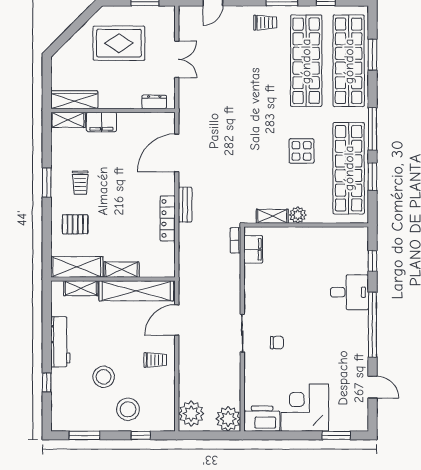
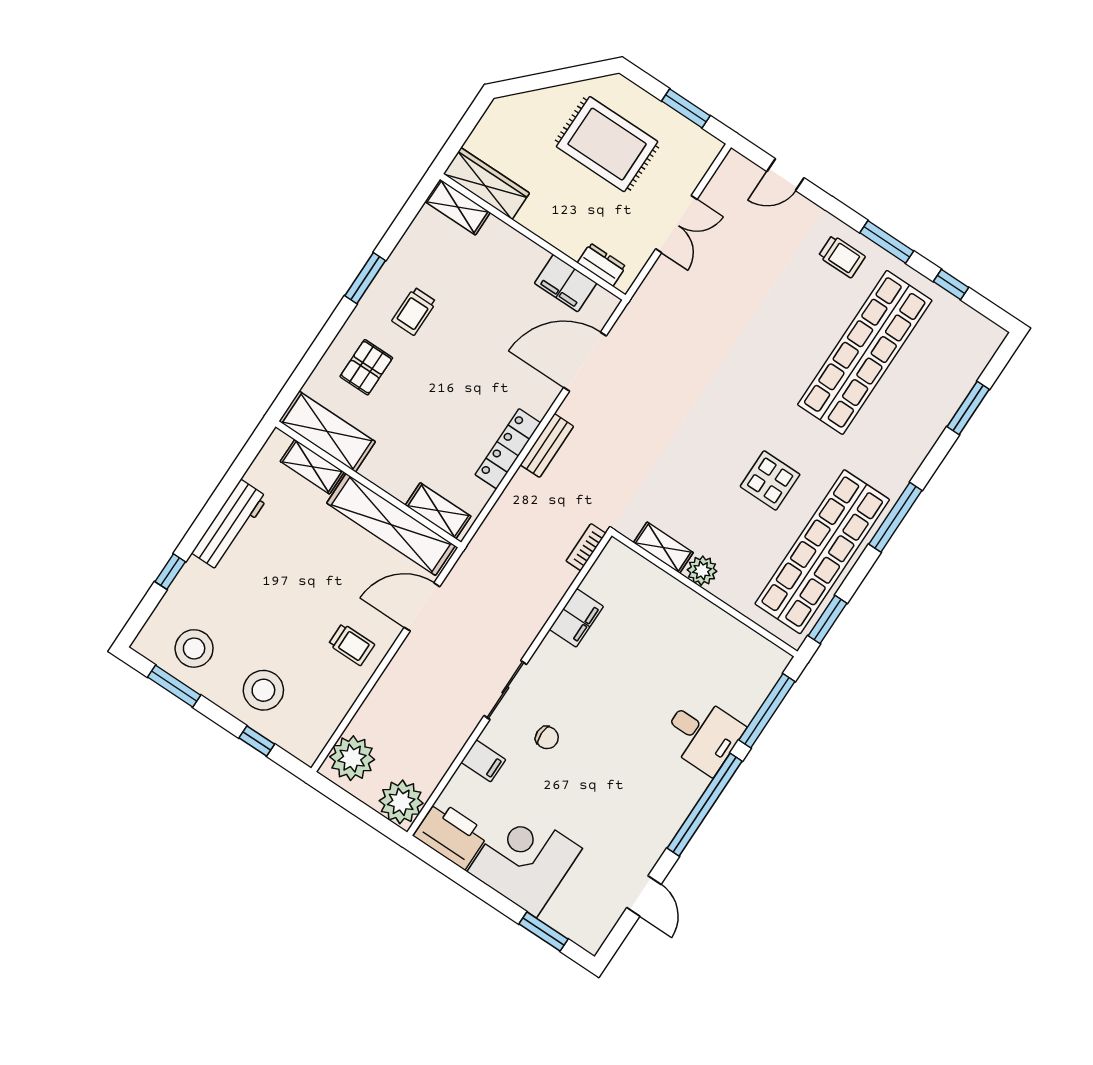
shop shelf: (349, 61) -> (927, 394), removed
filing cabinet: (101, 122) -> (566, 283), moved
window: (372, 177) -> (828, 619), moved
pallet: (75, 224) -> (366, 367), turned 90
filing cabinet: (253, 249) -> (576, 618), moved
window: (372, 261) -> (767, 711), width x2.17
shelving: (122, 270) -> (438, 511), moved
filing cabinet: (254, 374) -> (483, 761), added
stool: (104, 377) -> (194, 648), moved

